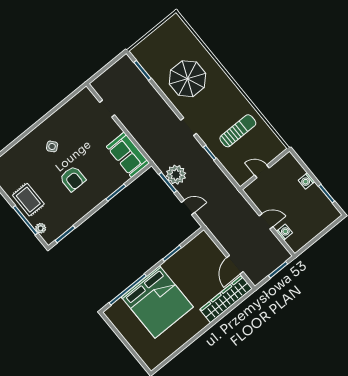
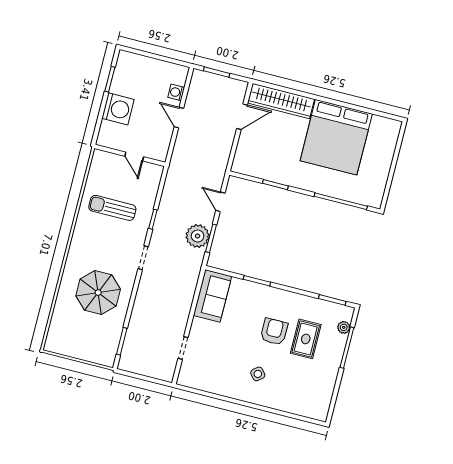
washing machine: (306, 181) -> (118, 109), width x1.89, depth x1.89
rug: (28, 200) -> (306, 339), moved
bed: (157, 302) -> (336, 137), moved, turned 180

